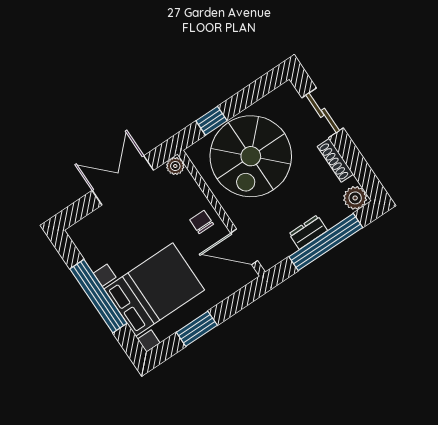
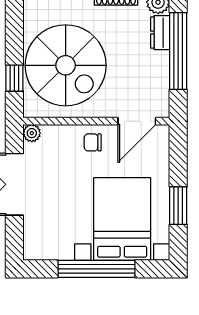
dresser: (308, 232) -> (160, 33), moved

